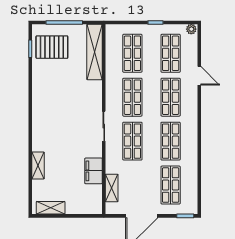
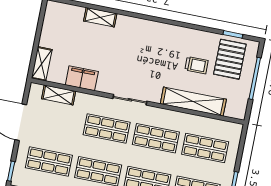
shelving: (95, 52) -> (193, 102), moved
trolley: (63, 75) -> (197, 65), added
shelving: (51, 208) -> (42, 64), moved

